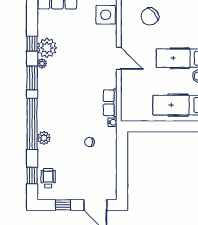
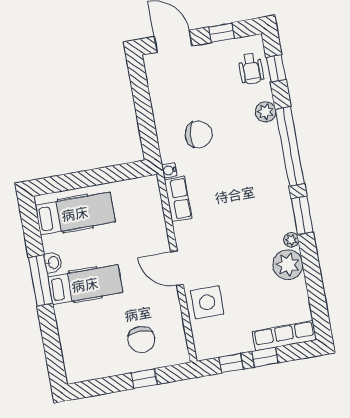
side table: (106, 15) -> (207, 302), moved
chair: (150, 16) -> (141, 340), turned 129
window: (32, 44) -> (311, 267), removed
plant: (44, 138) -> (265, 112), moved
chair: (89, 142) -> (199, 134), width x1.87, depth x1.87

